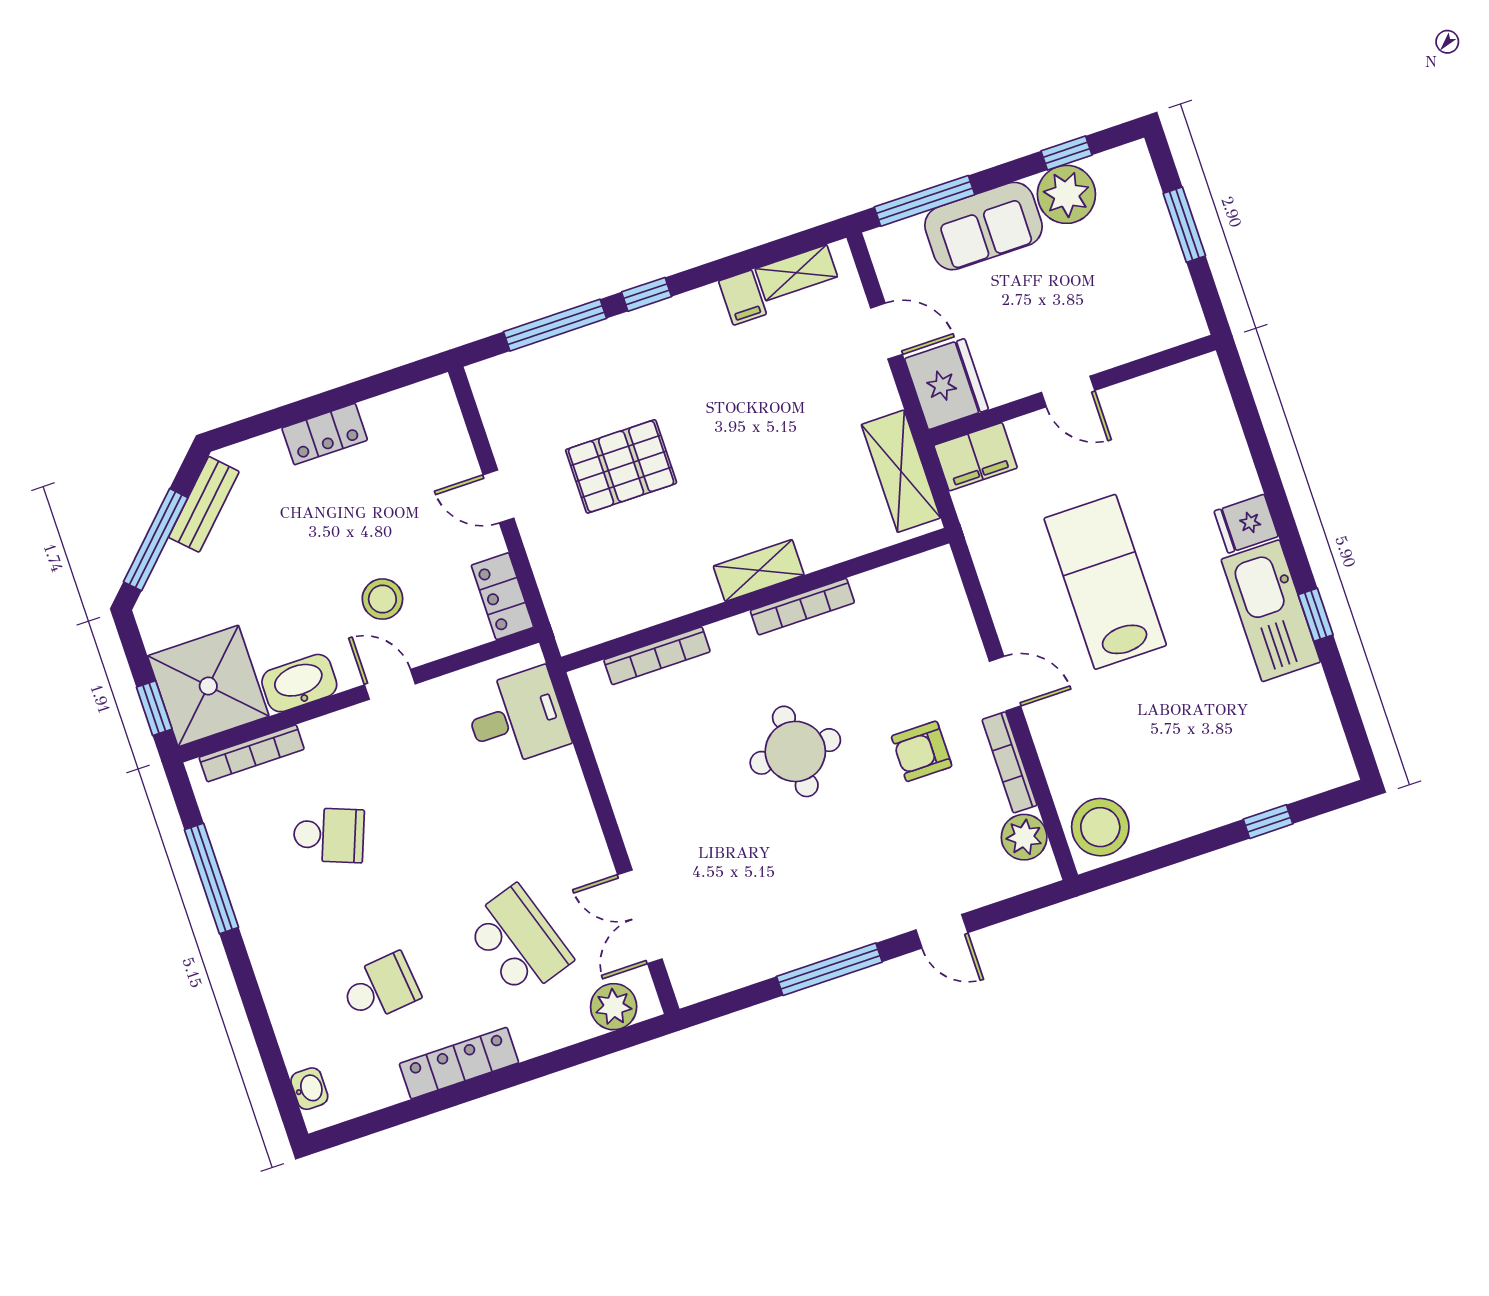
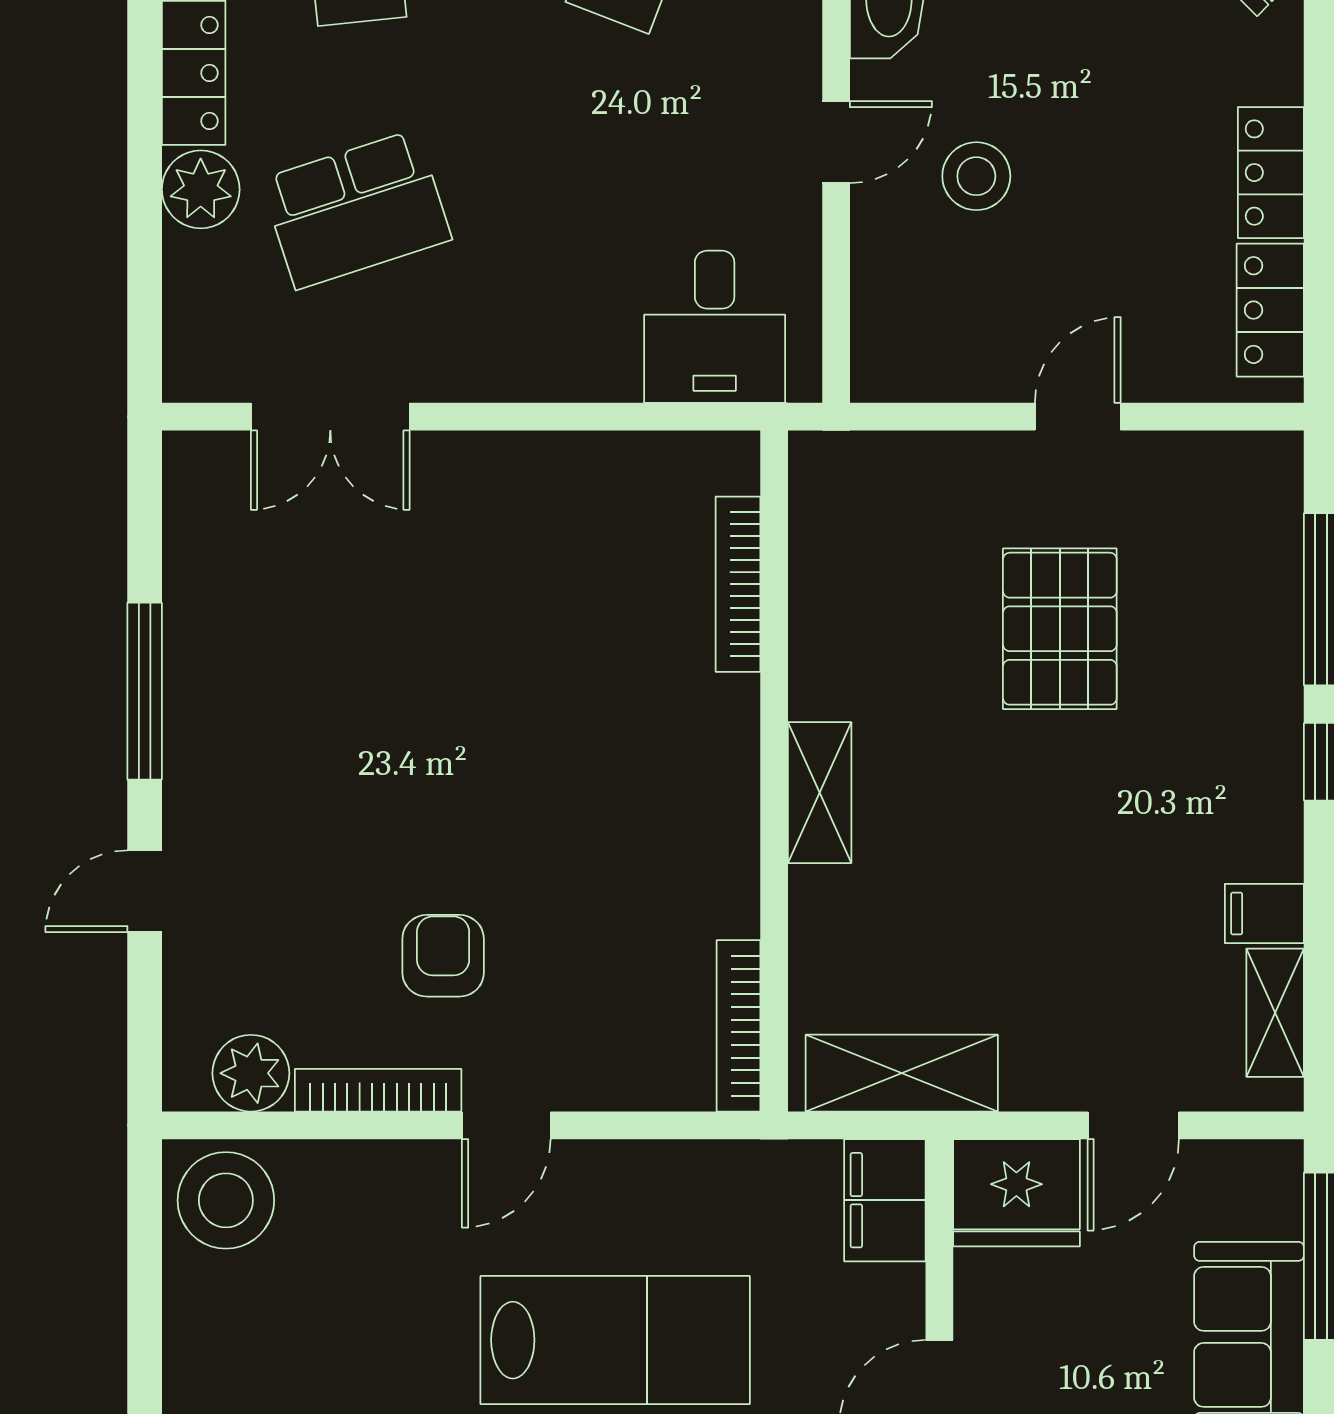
locker: (502, 596) -> (1270, 310), moved, turned -90
bookcase: (802, 607) -> (738, 1026), moved
round table: (795, 751) -> (511, 754), removed
double door: (640, 917) -> (330, 417), swing flipped
plant: (614, 1007) -> (201, 189), moved

